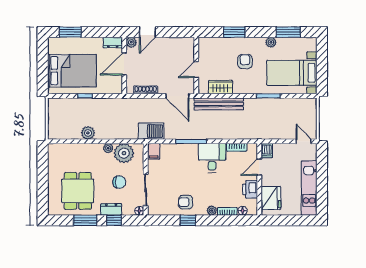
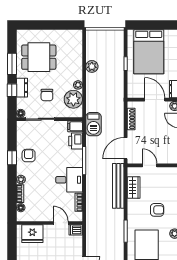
printer: (250, 189) -> (76, 141), moved, turned -90

